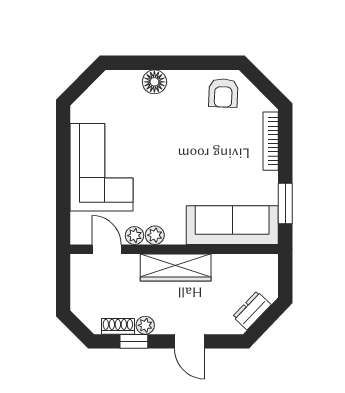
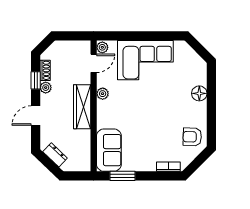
bookcase: (271, 141) -> (168, 167), width x0.64
sofa: (232, 225) -> (109, 150), width x0.73
plant: (135, 236) -> (102, 47), moved

